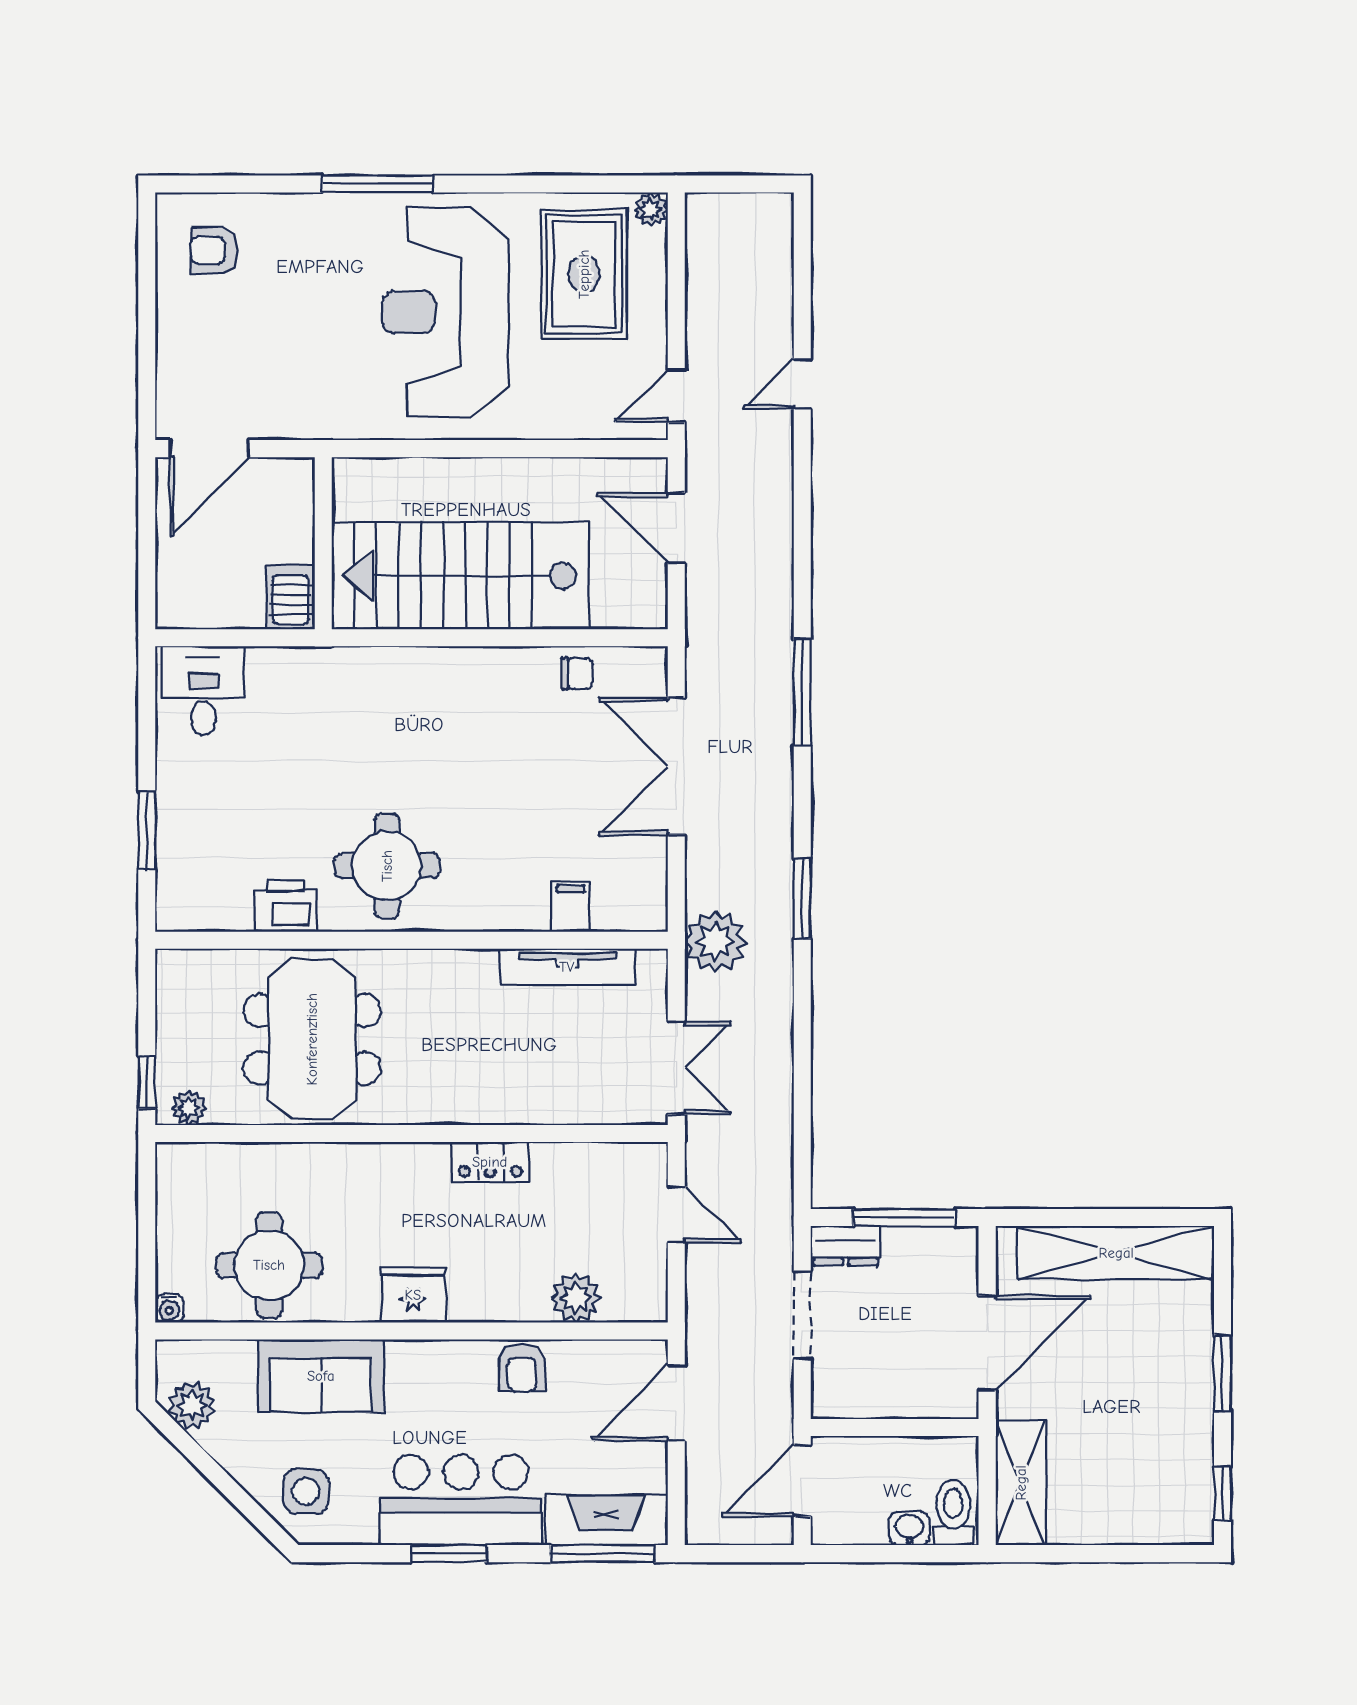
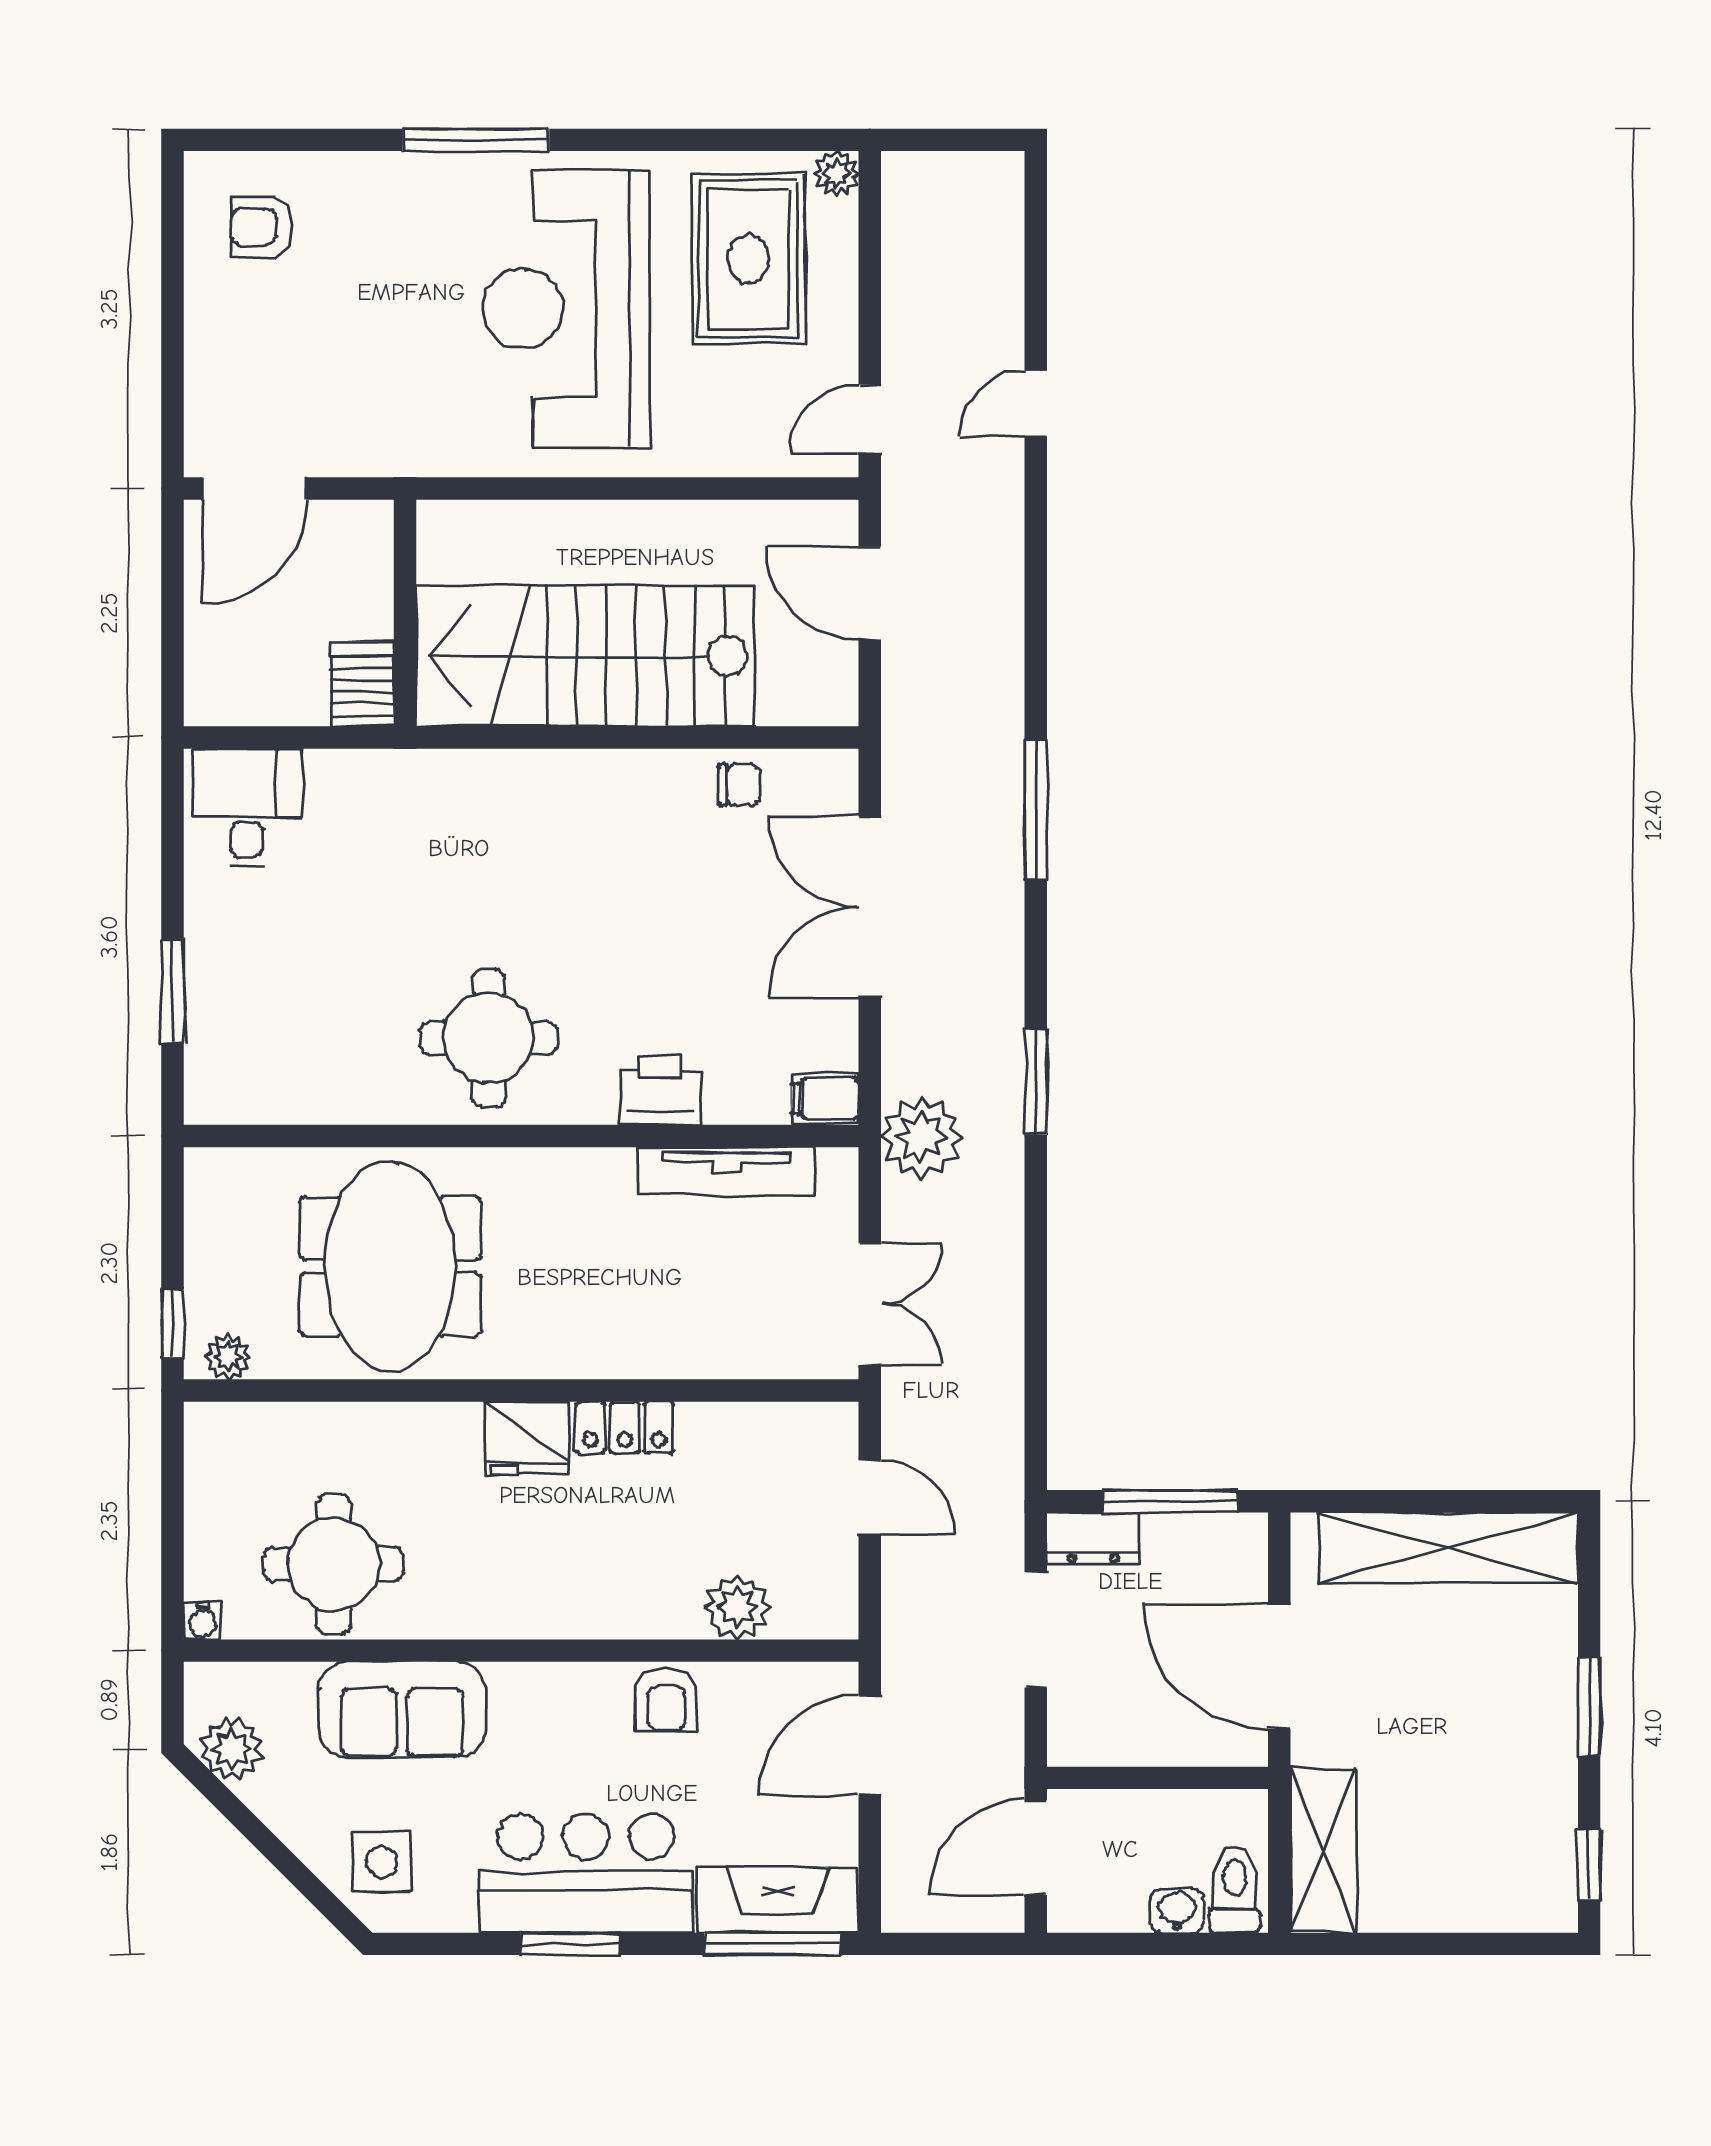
printer: (286, 906) -> (660, 1091), moved
filing cabinet: (571, 906) -> (825, 1098), moved, turned -90
fridge: (413, 1295) -> (527, 1438), moved, turned 180
door: (987, 1343) -> (1279, 1666), swing flipped

